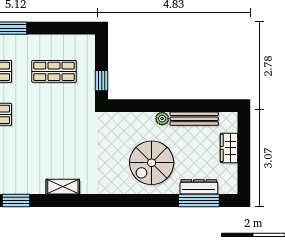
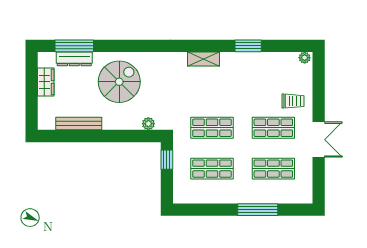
shop shelf: (54, 114) -> (212, 128), added
plant: (162, 119) -> (148, 124), moved
wardrobe: (229, 148) -> (46, 82), moved

